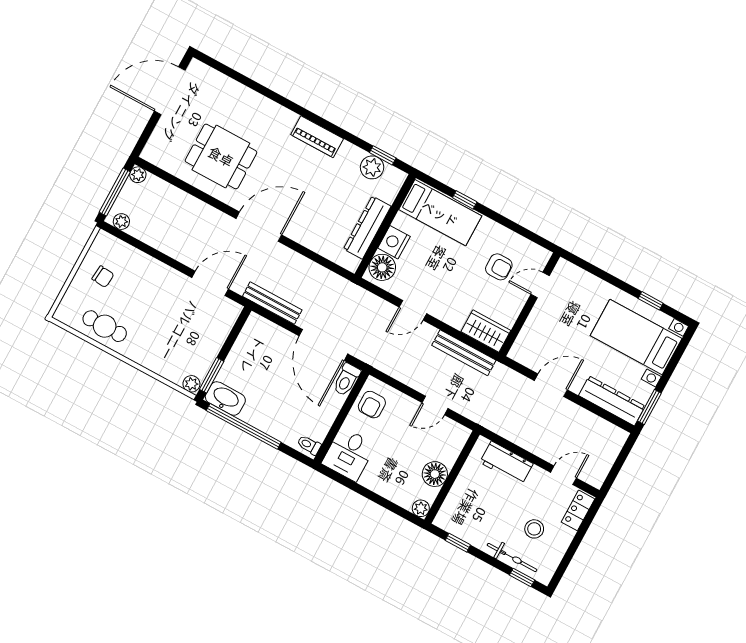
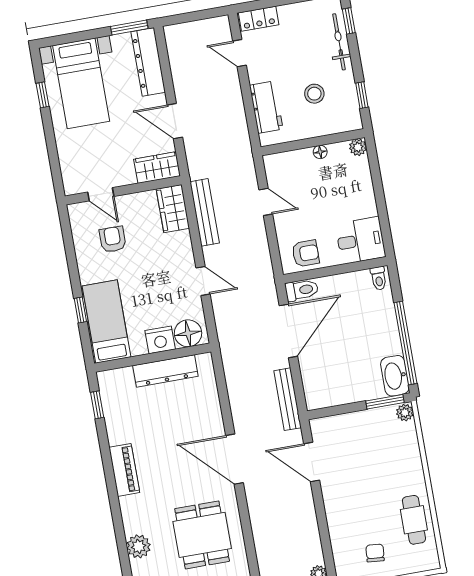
plant: (372, 167) -> (139, 546), moved
wardrobe: (527, 344) -> (157, 168), added
floor lamp: (435, 474) -> (320, 152), width x0.53, depth x0.53
stool: (534, 529) -> (314, 94), moved

